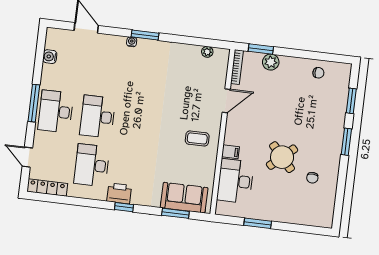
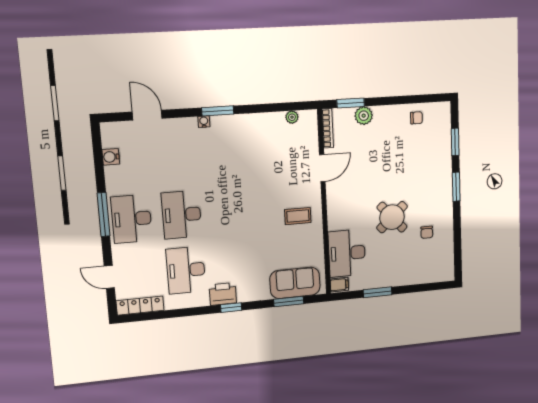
filing cabinet: (230, 152) -> (339, 285), moved

